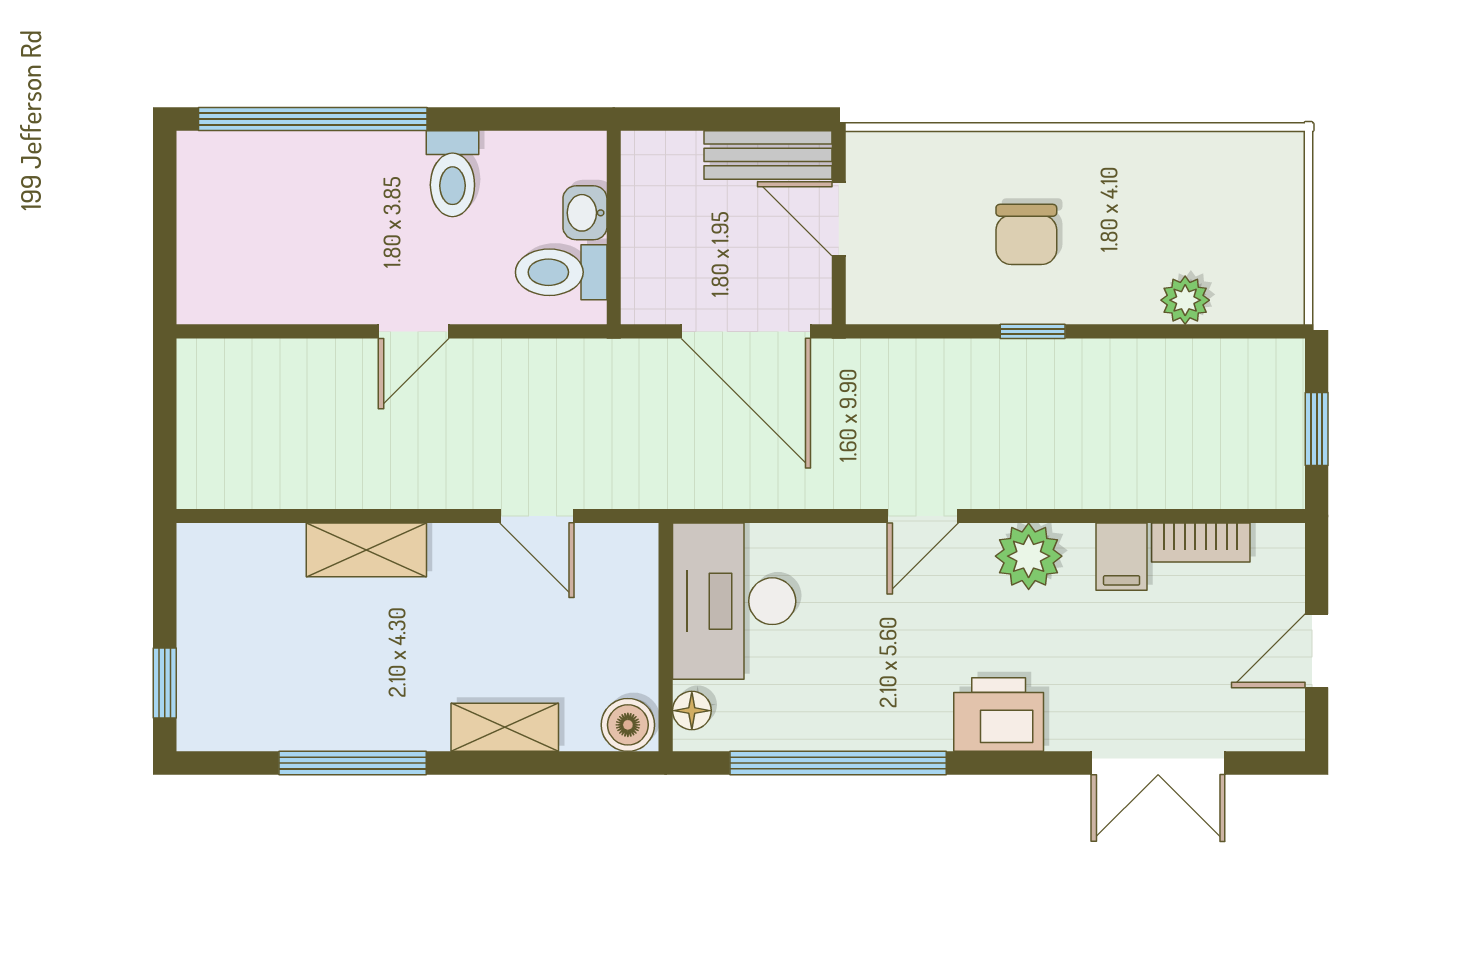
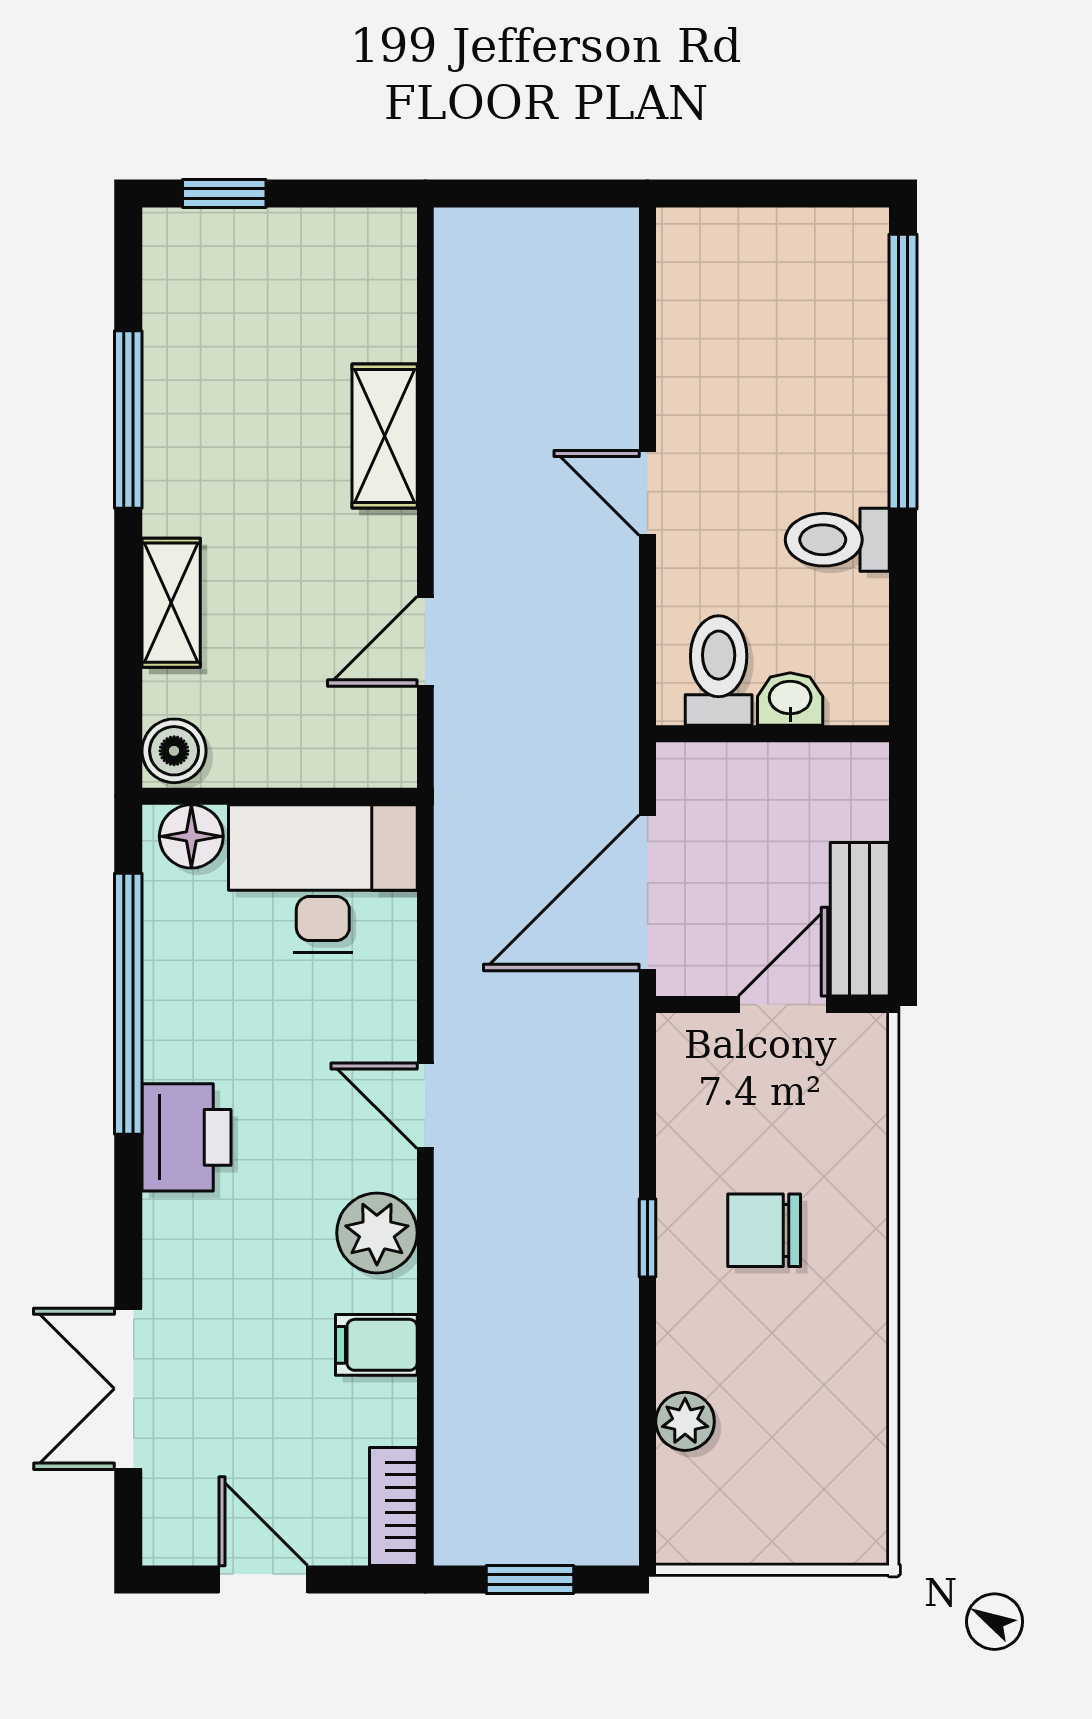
bookcase: (1201, 543) -> (393, 1506), moved
floor lamp: (692, 711) -> (191, 836), width x1.37, depth x1.37
printer: (999, 714) -> (187, 1137), moved

